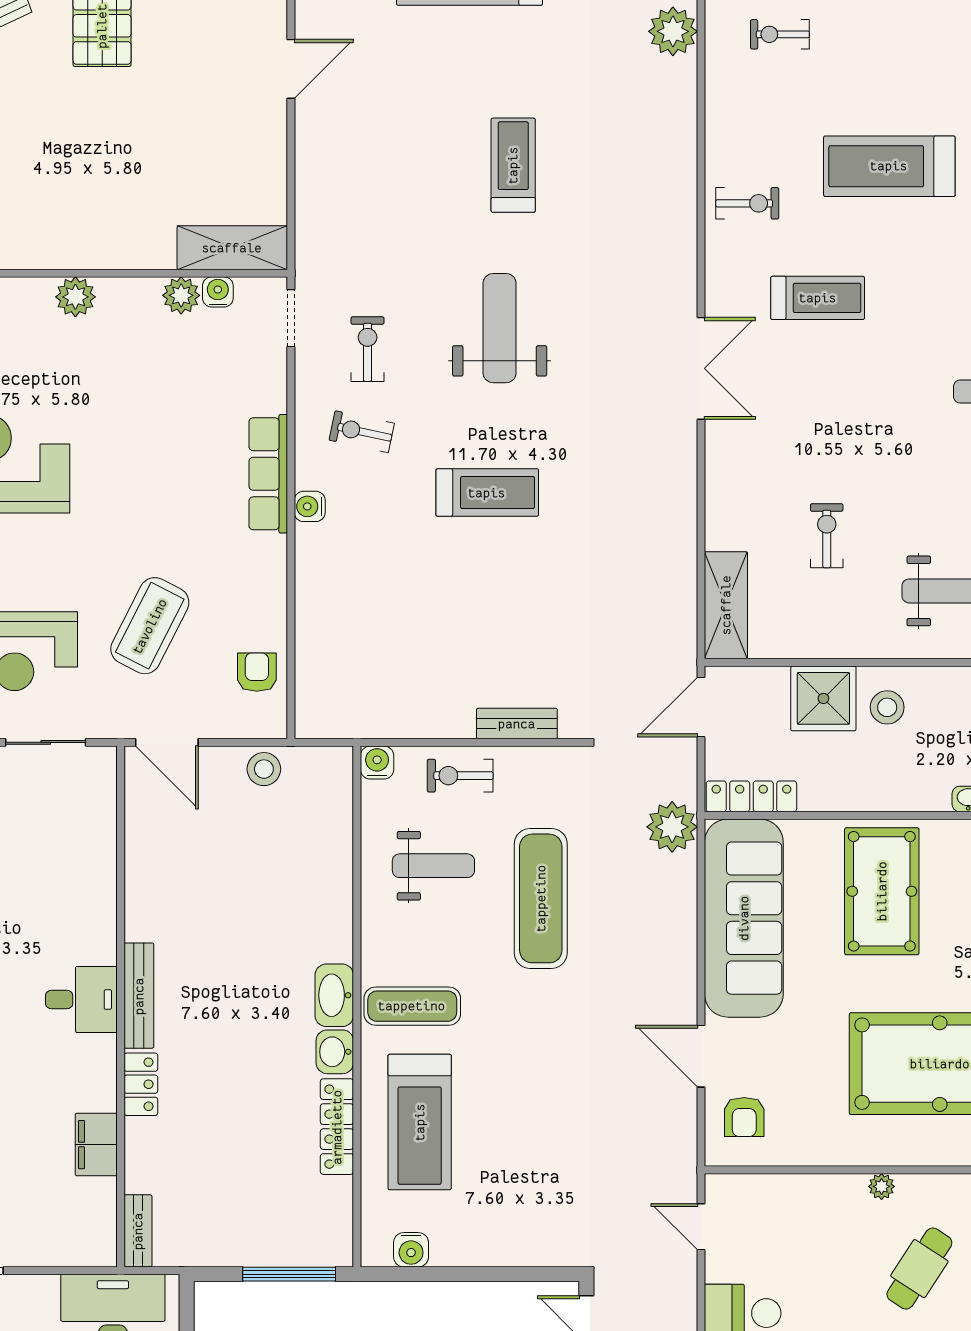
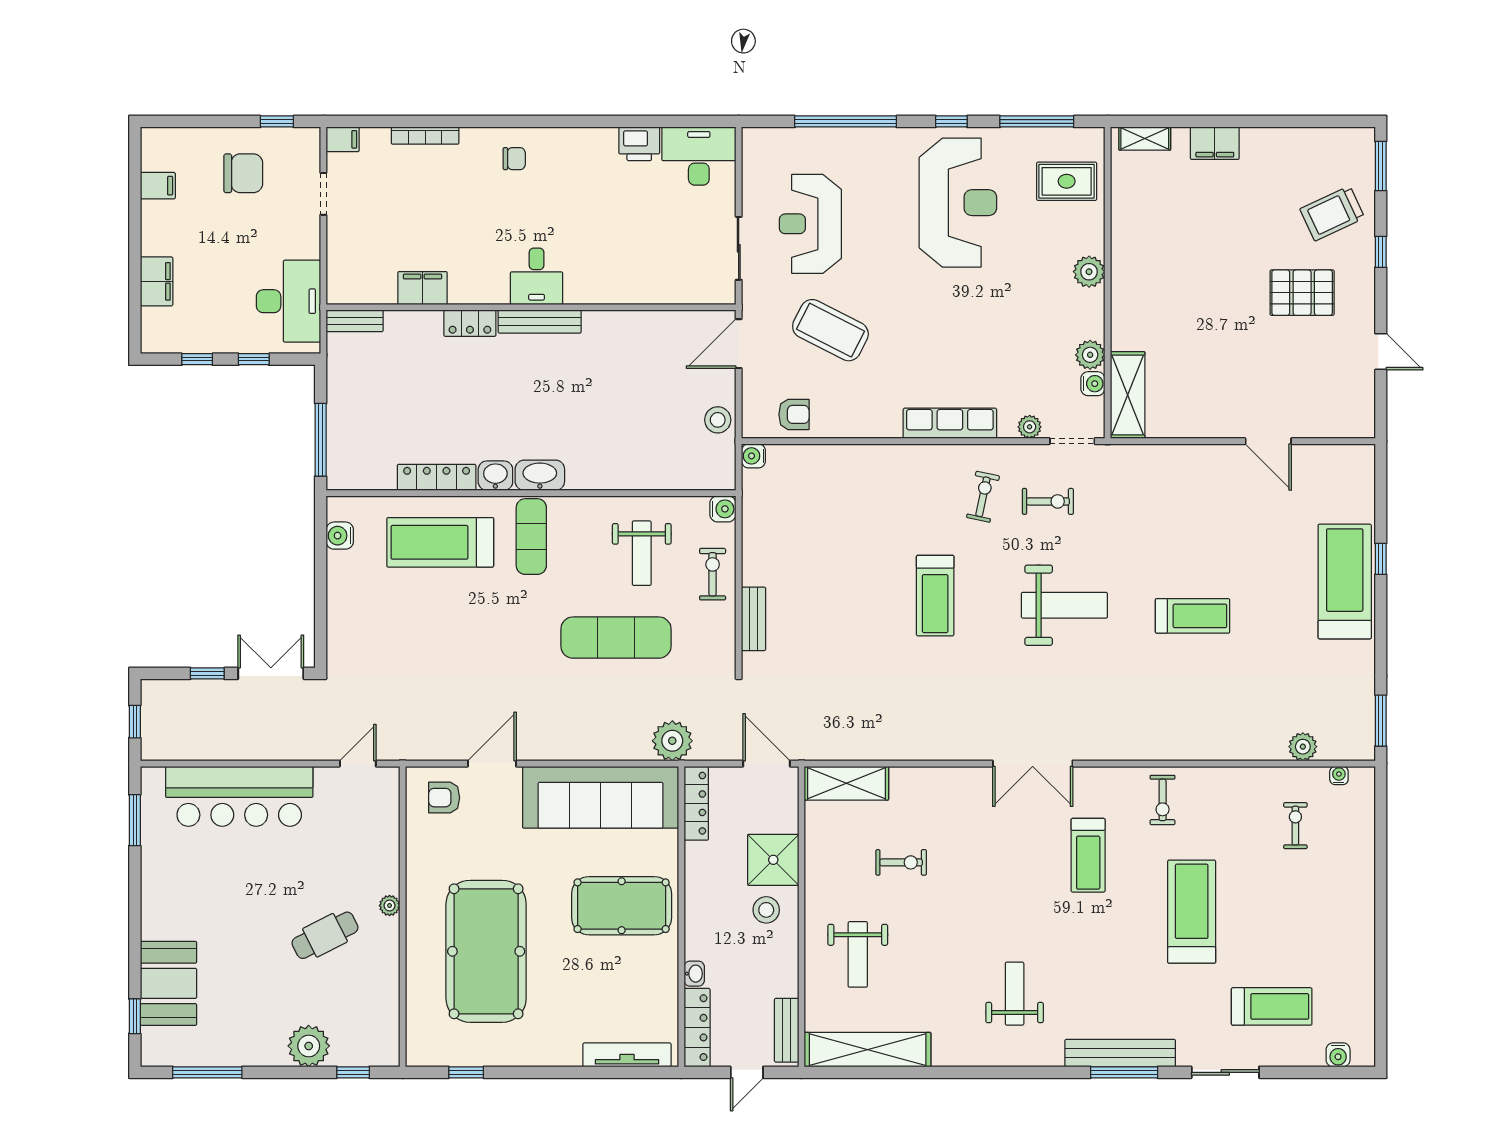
plant: (673, 31) -> (1303, 747), width x0.73, depth x0.73
plant: (273, 372) -> (1030, 427), added
water cooler: (310, 506) -> (753, 456), moved, turned -90
cafe table: (919, 1269) -> (325, 935), turned -60

